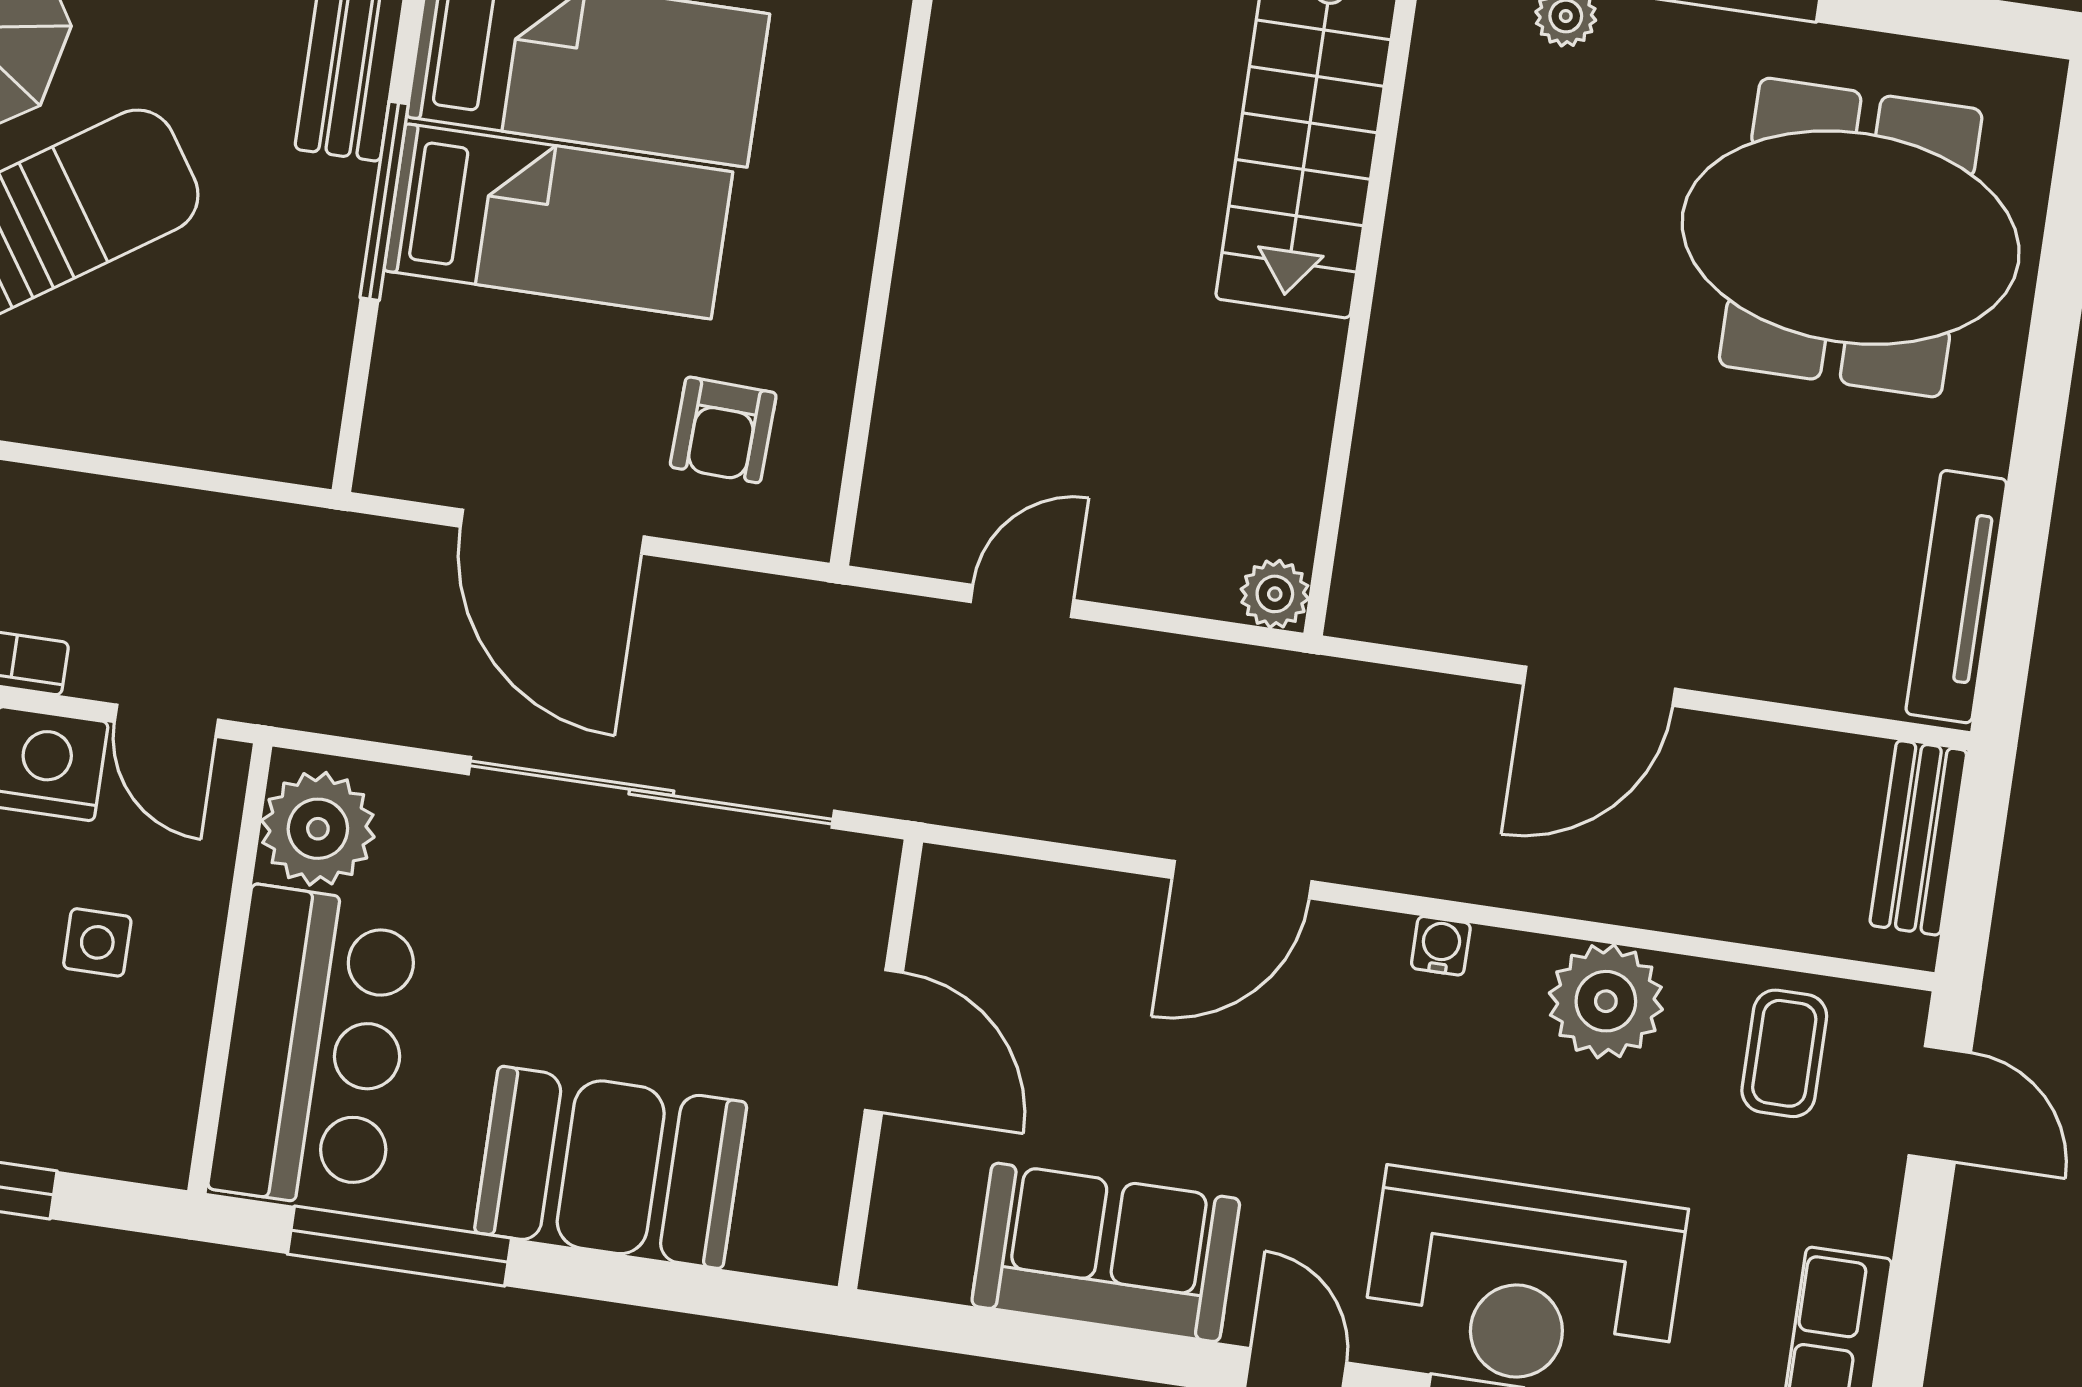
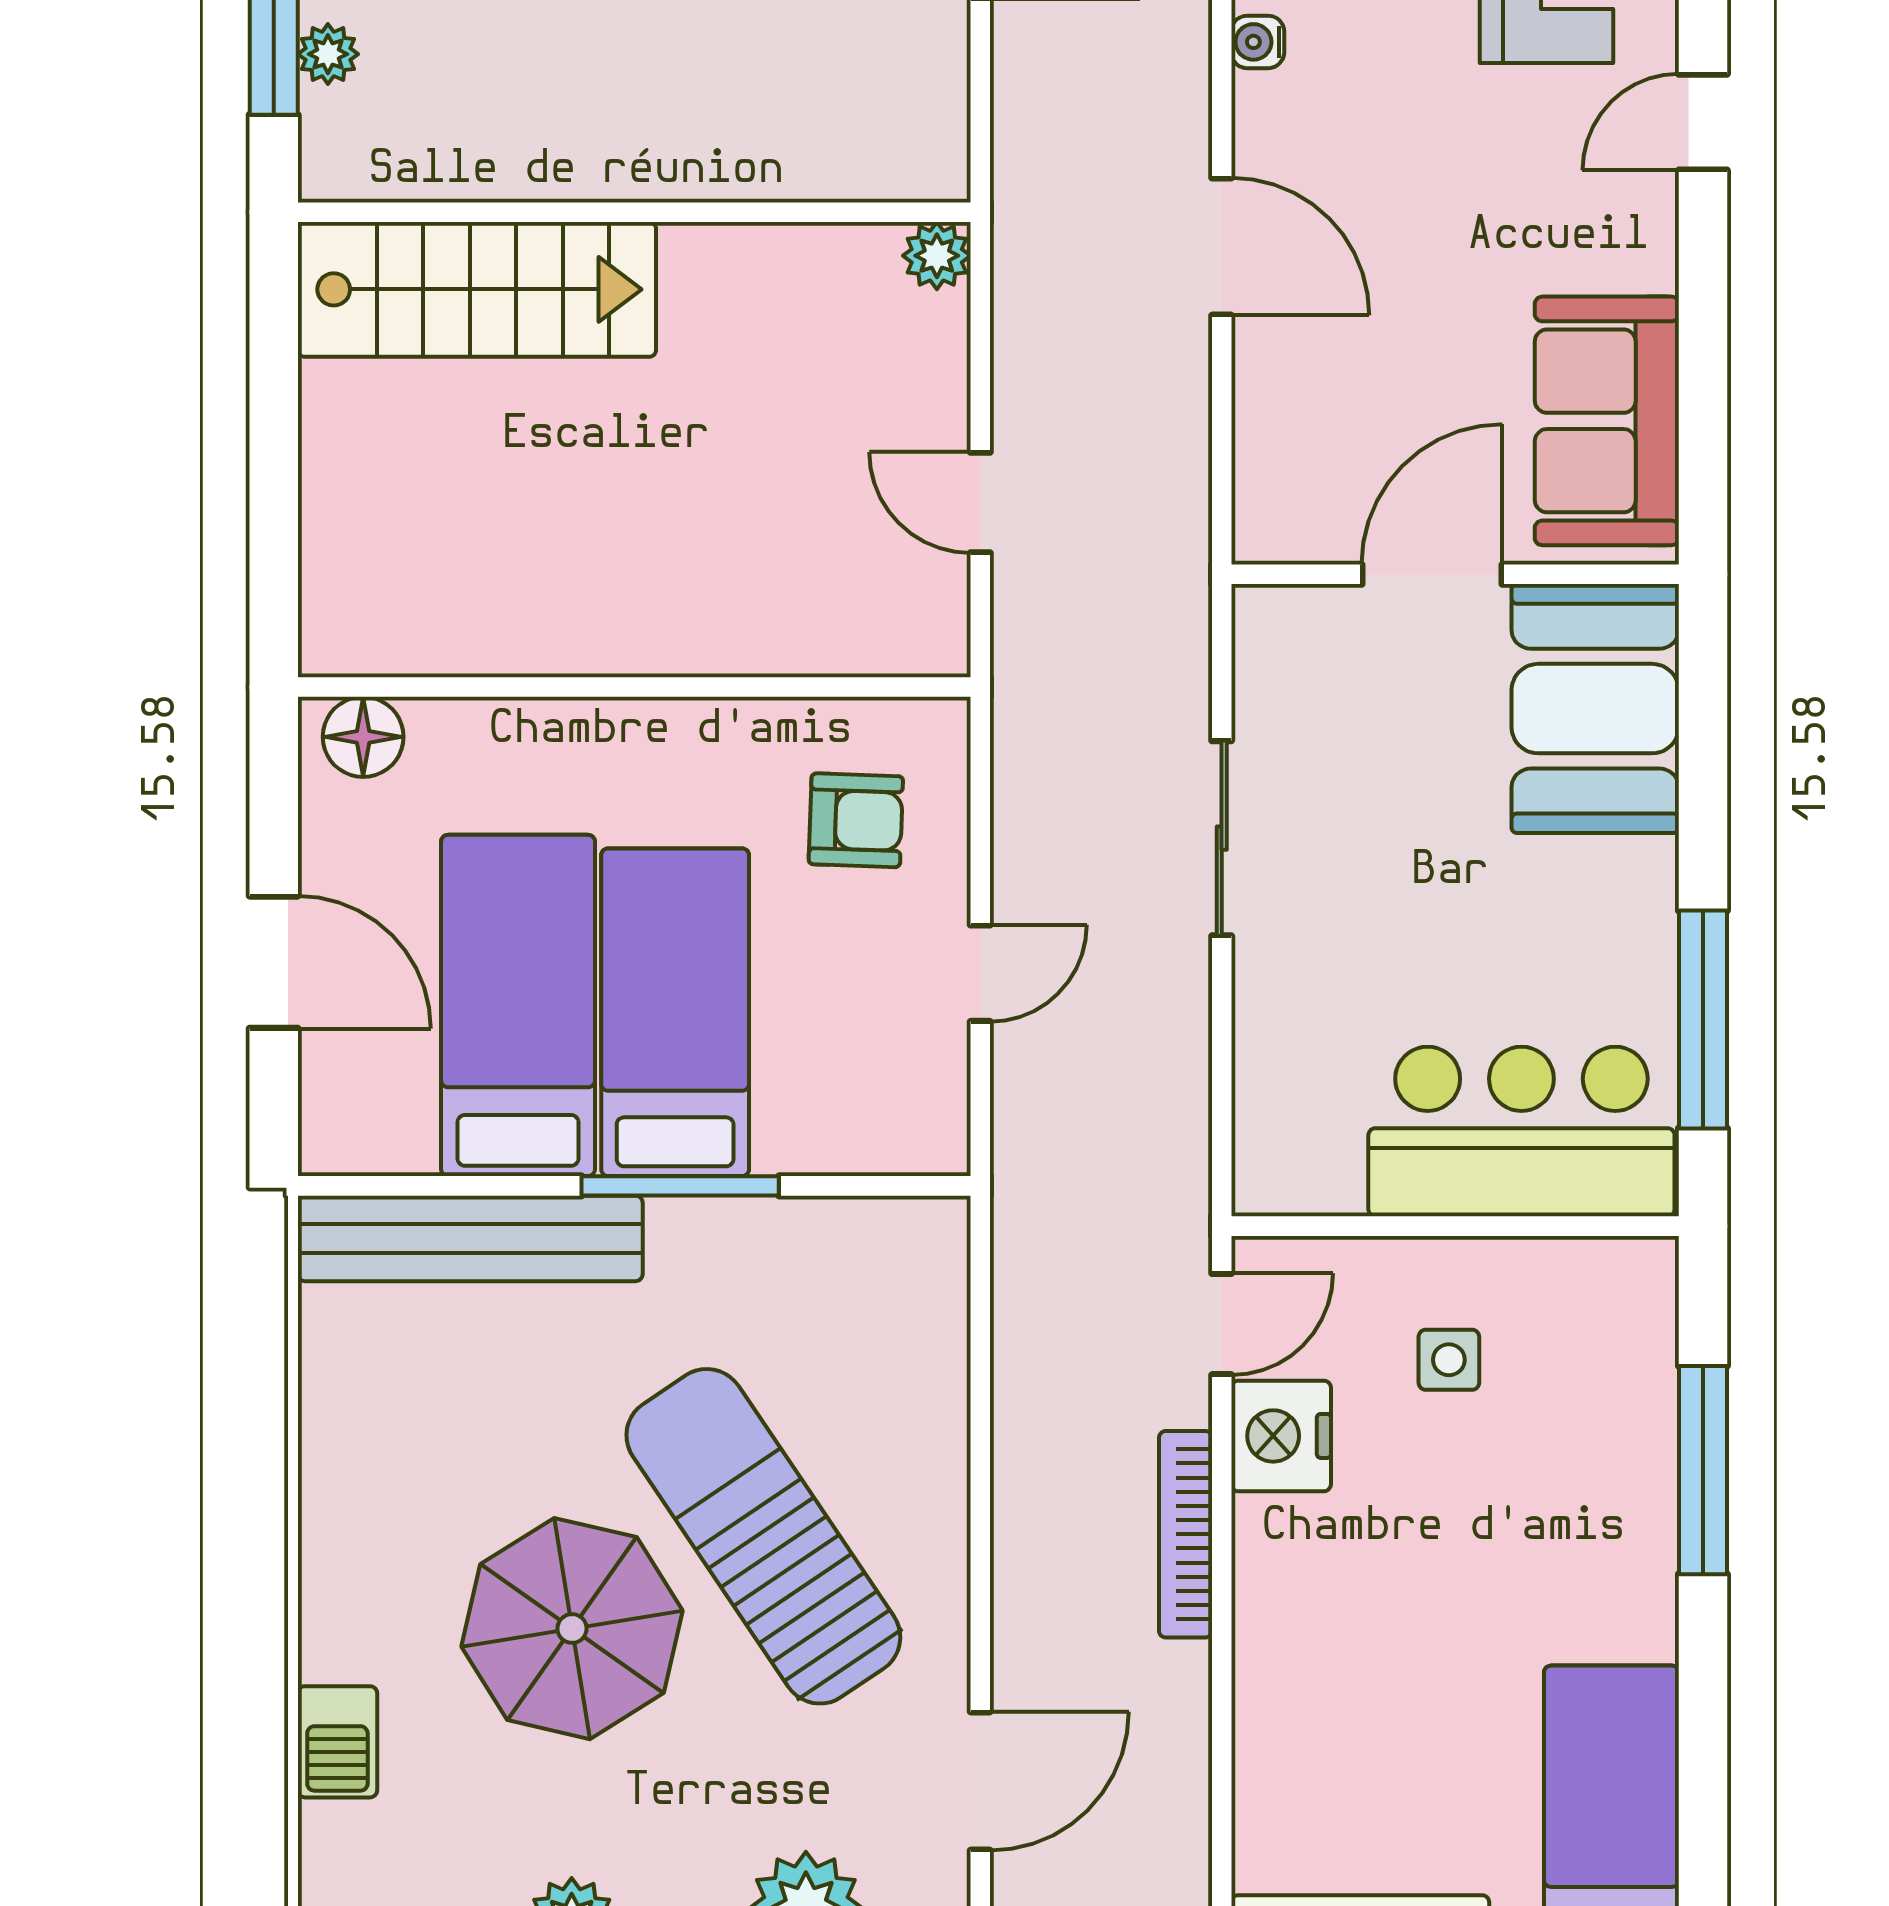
door: (552, 532) -> (980, 973), width x0.53
sliding door: (651, 792) -> (1222, 838), width x0.54
plant: (318, 829) -> (1305, 1160), removed
booth: (611, 1167) -> (1595, 709), moved
sofa: (1106, 1252) -> (1607, 421), moved

